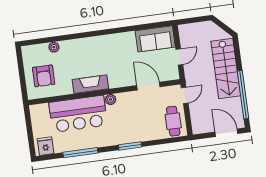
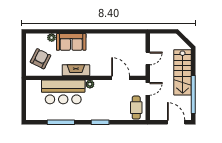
sofa: (155, 39) -> (71, 42), moved
armchair: (44, 76) -> (41, 59), turned -153
fridge: (45, 146) -> (34, 113), removed

